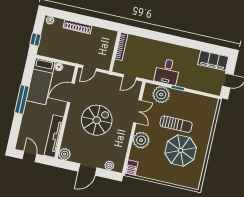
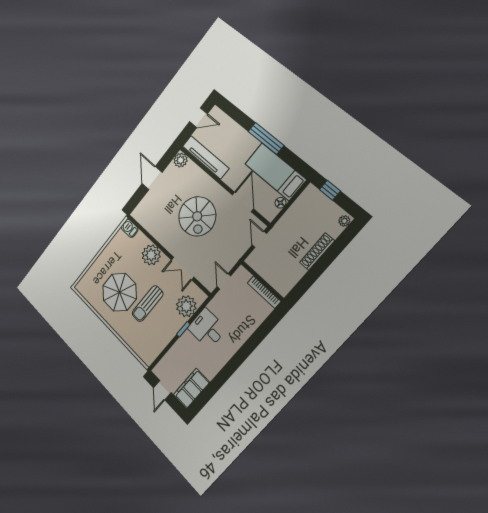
plant: (109, 165) -> (144, 205), removed

